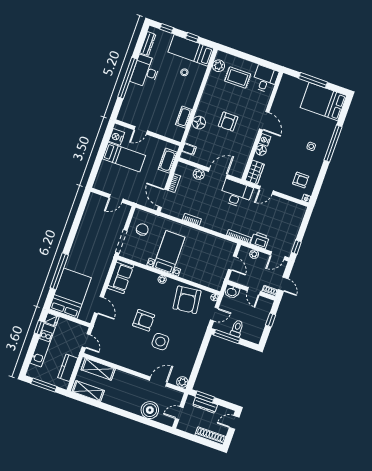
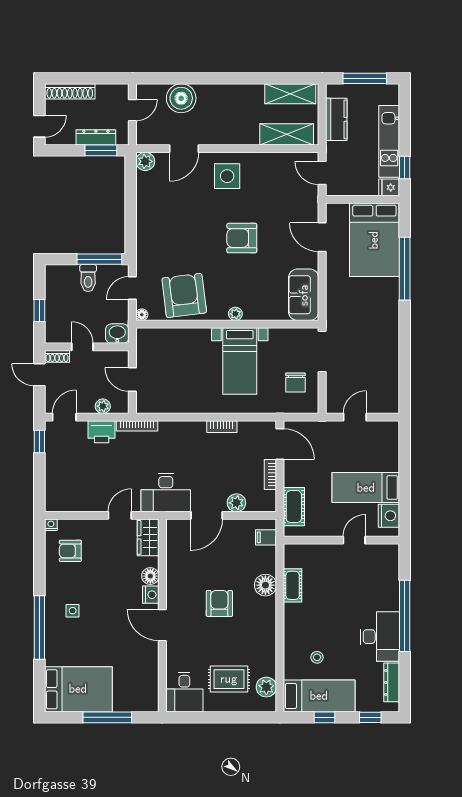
side table: (160, 342) -> (227, 176), moved

